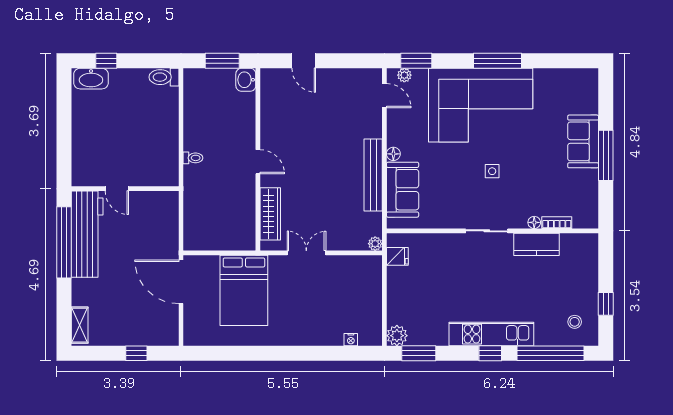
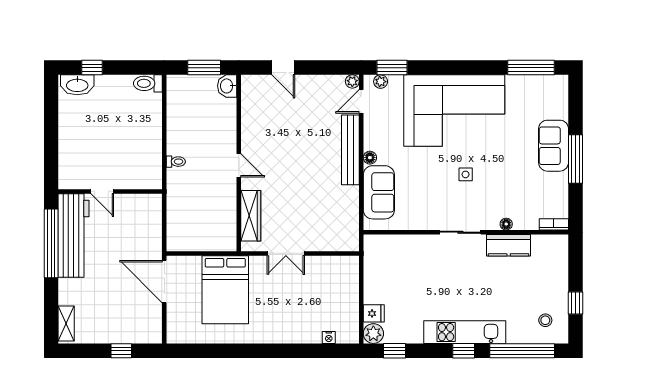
window: (497, 61) -> (531, 68), moved
door: (384, 96) -> (361, 101), swing flipped
bench: (373, 175) -> (350, 150), moved
bookcase: (557, 223) -> (554, 224), moved
plant: (375, 244) -> (352, 81), moved
double door: (306, 253) -> (286, 253), swing flipped
fridge: (397, 256) -> (374, 313), moved
window: (419, 353) -> (394, 351), width x0.67

